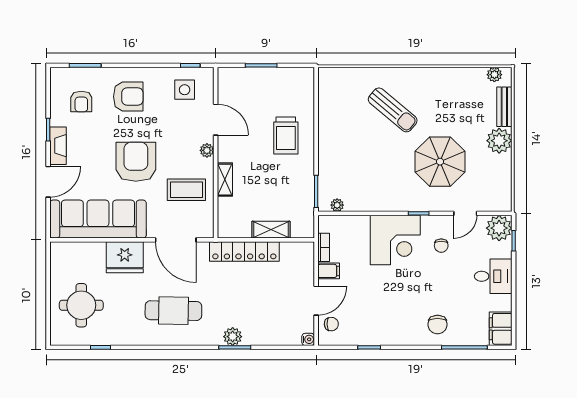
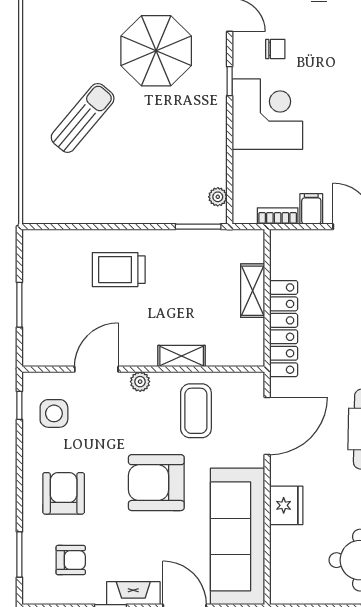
trolley: (286, 135) -> (119, 270), turned 180
fridge: (125, 257) -> (286, 505), width x0.73, depth x0.75

